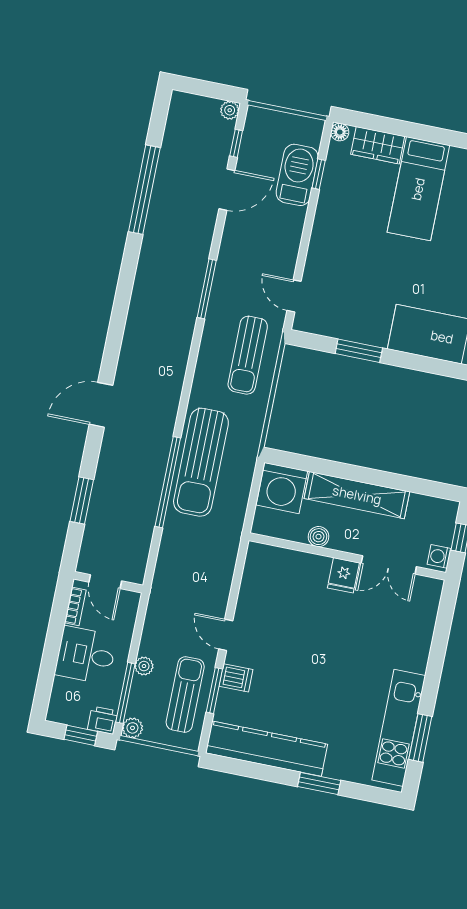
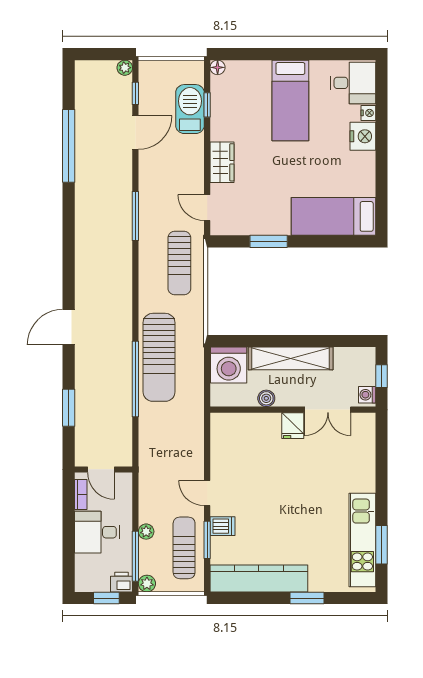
wardrobe: (378, 145) -> (222, 162), moved, turned -90

